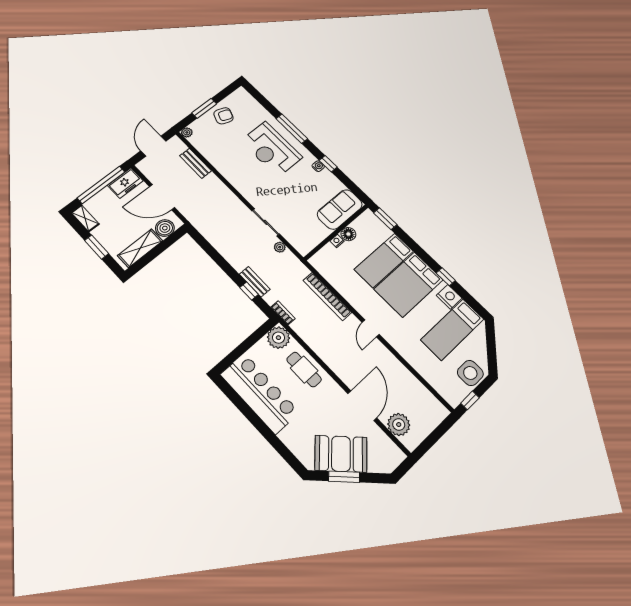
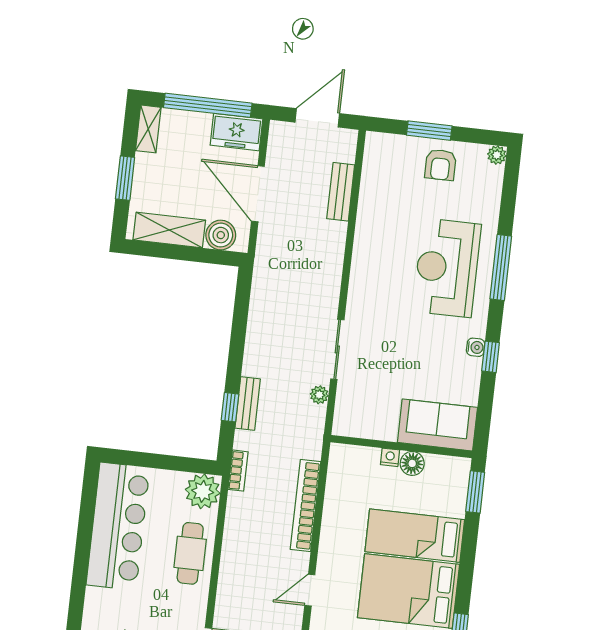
armchair: (223, 116) -> (440, 165), turned 69
plant: (187, 132) -> (497, 155), moved

